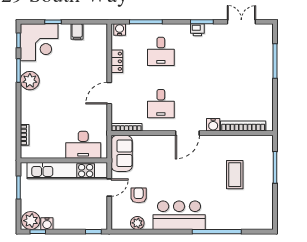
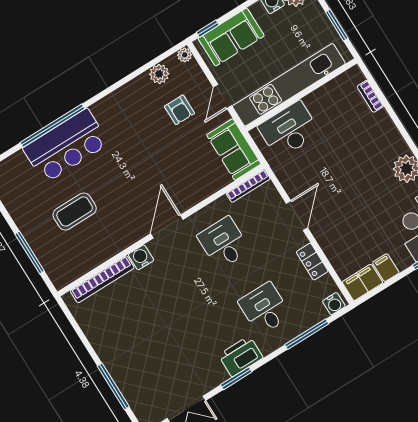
printer: (197, 30) -> (241, 356), width x1.87, depth x1.48
filing cabinet: (96, 31) -> (362, 282), added
coffee table: (235, 175) -> (75, 212), turned 90
bar counter: (179, 215) -> (66, 146), moved
sofa: (83, 218) -> (231, 37), added
plant: (116, 225) -> (185, 55), added

